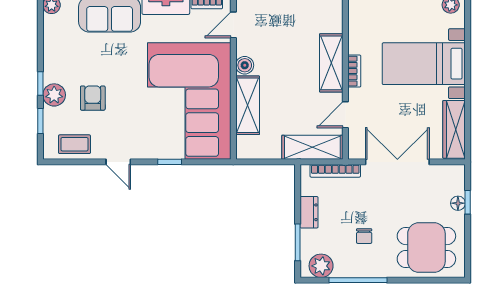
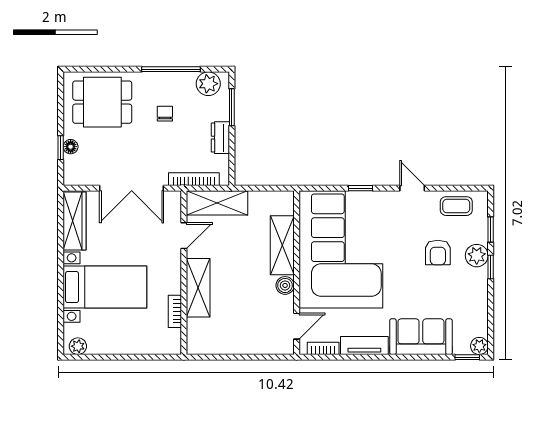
bookcase: (354, 71) -> (175, 311), moved

